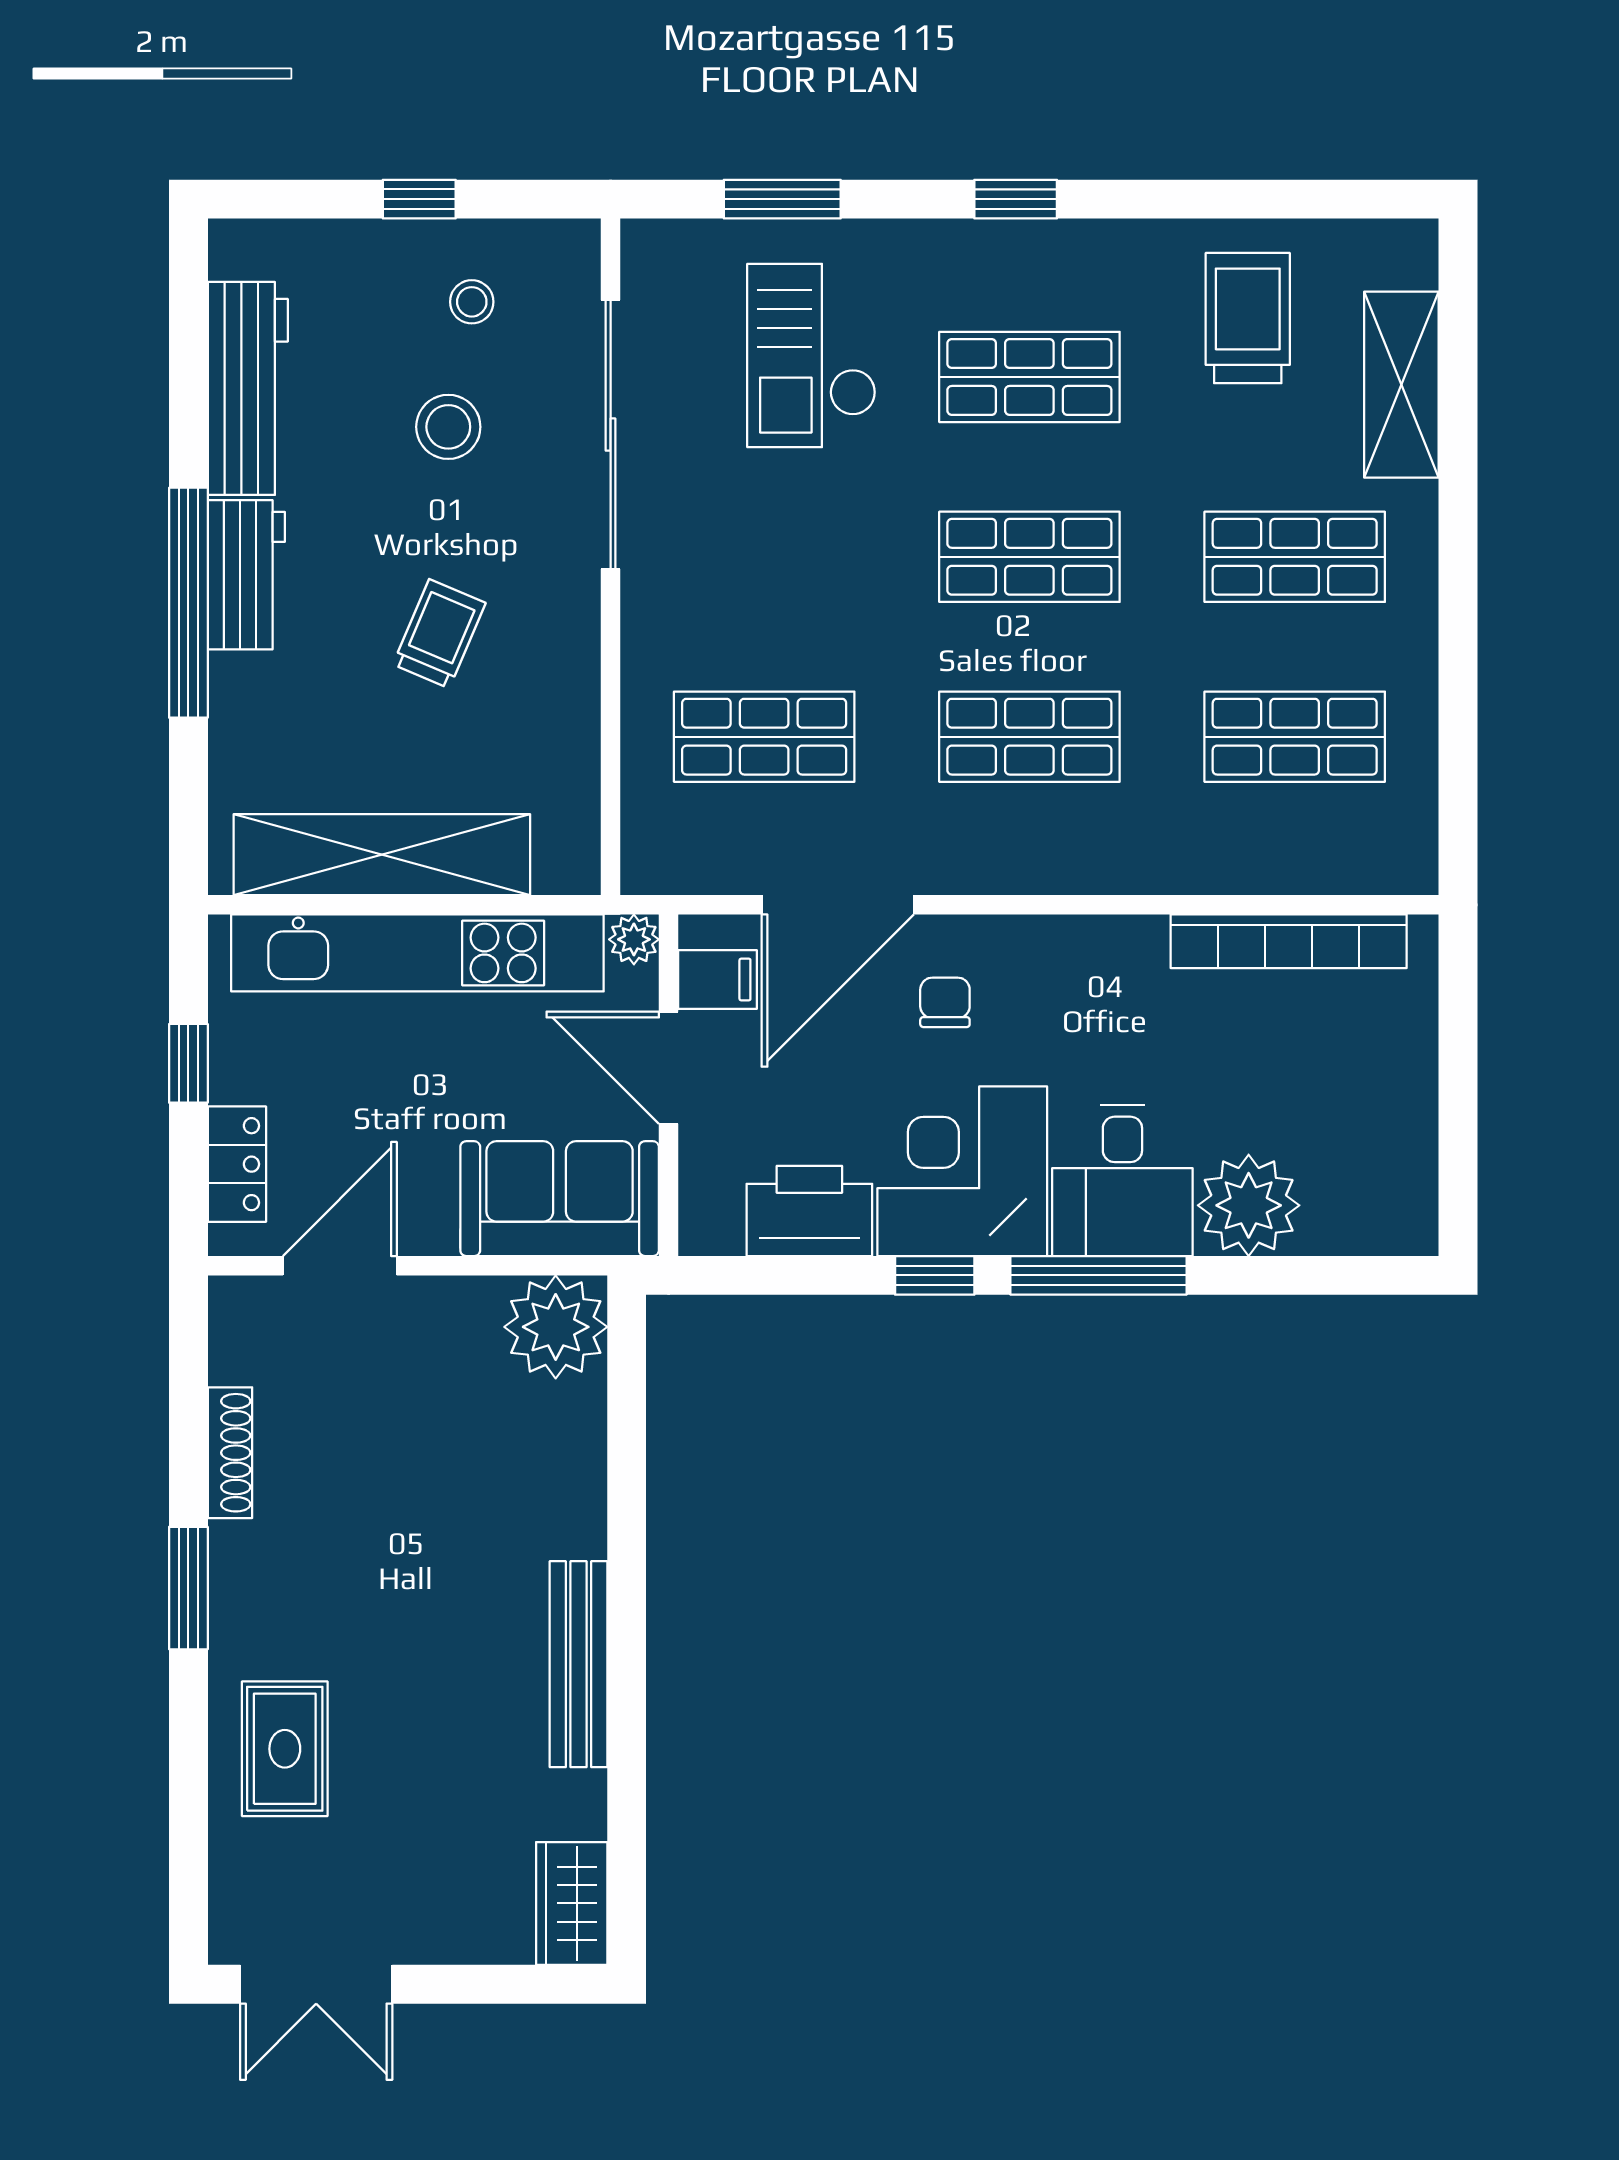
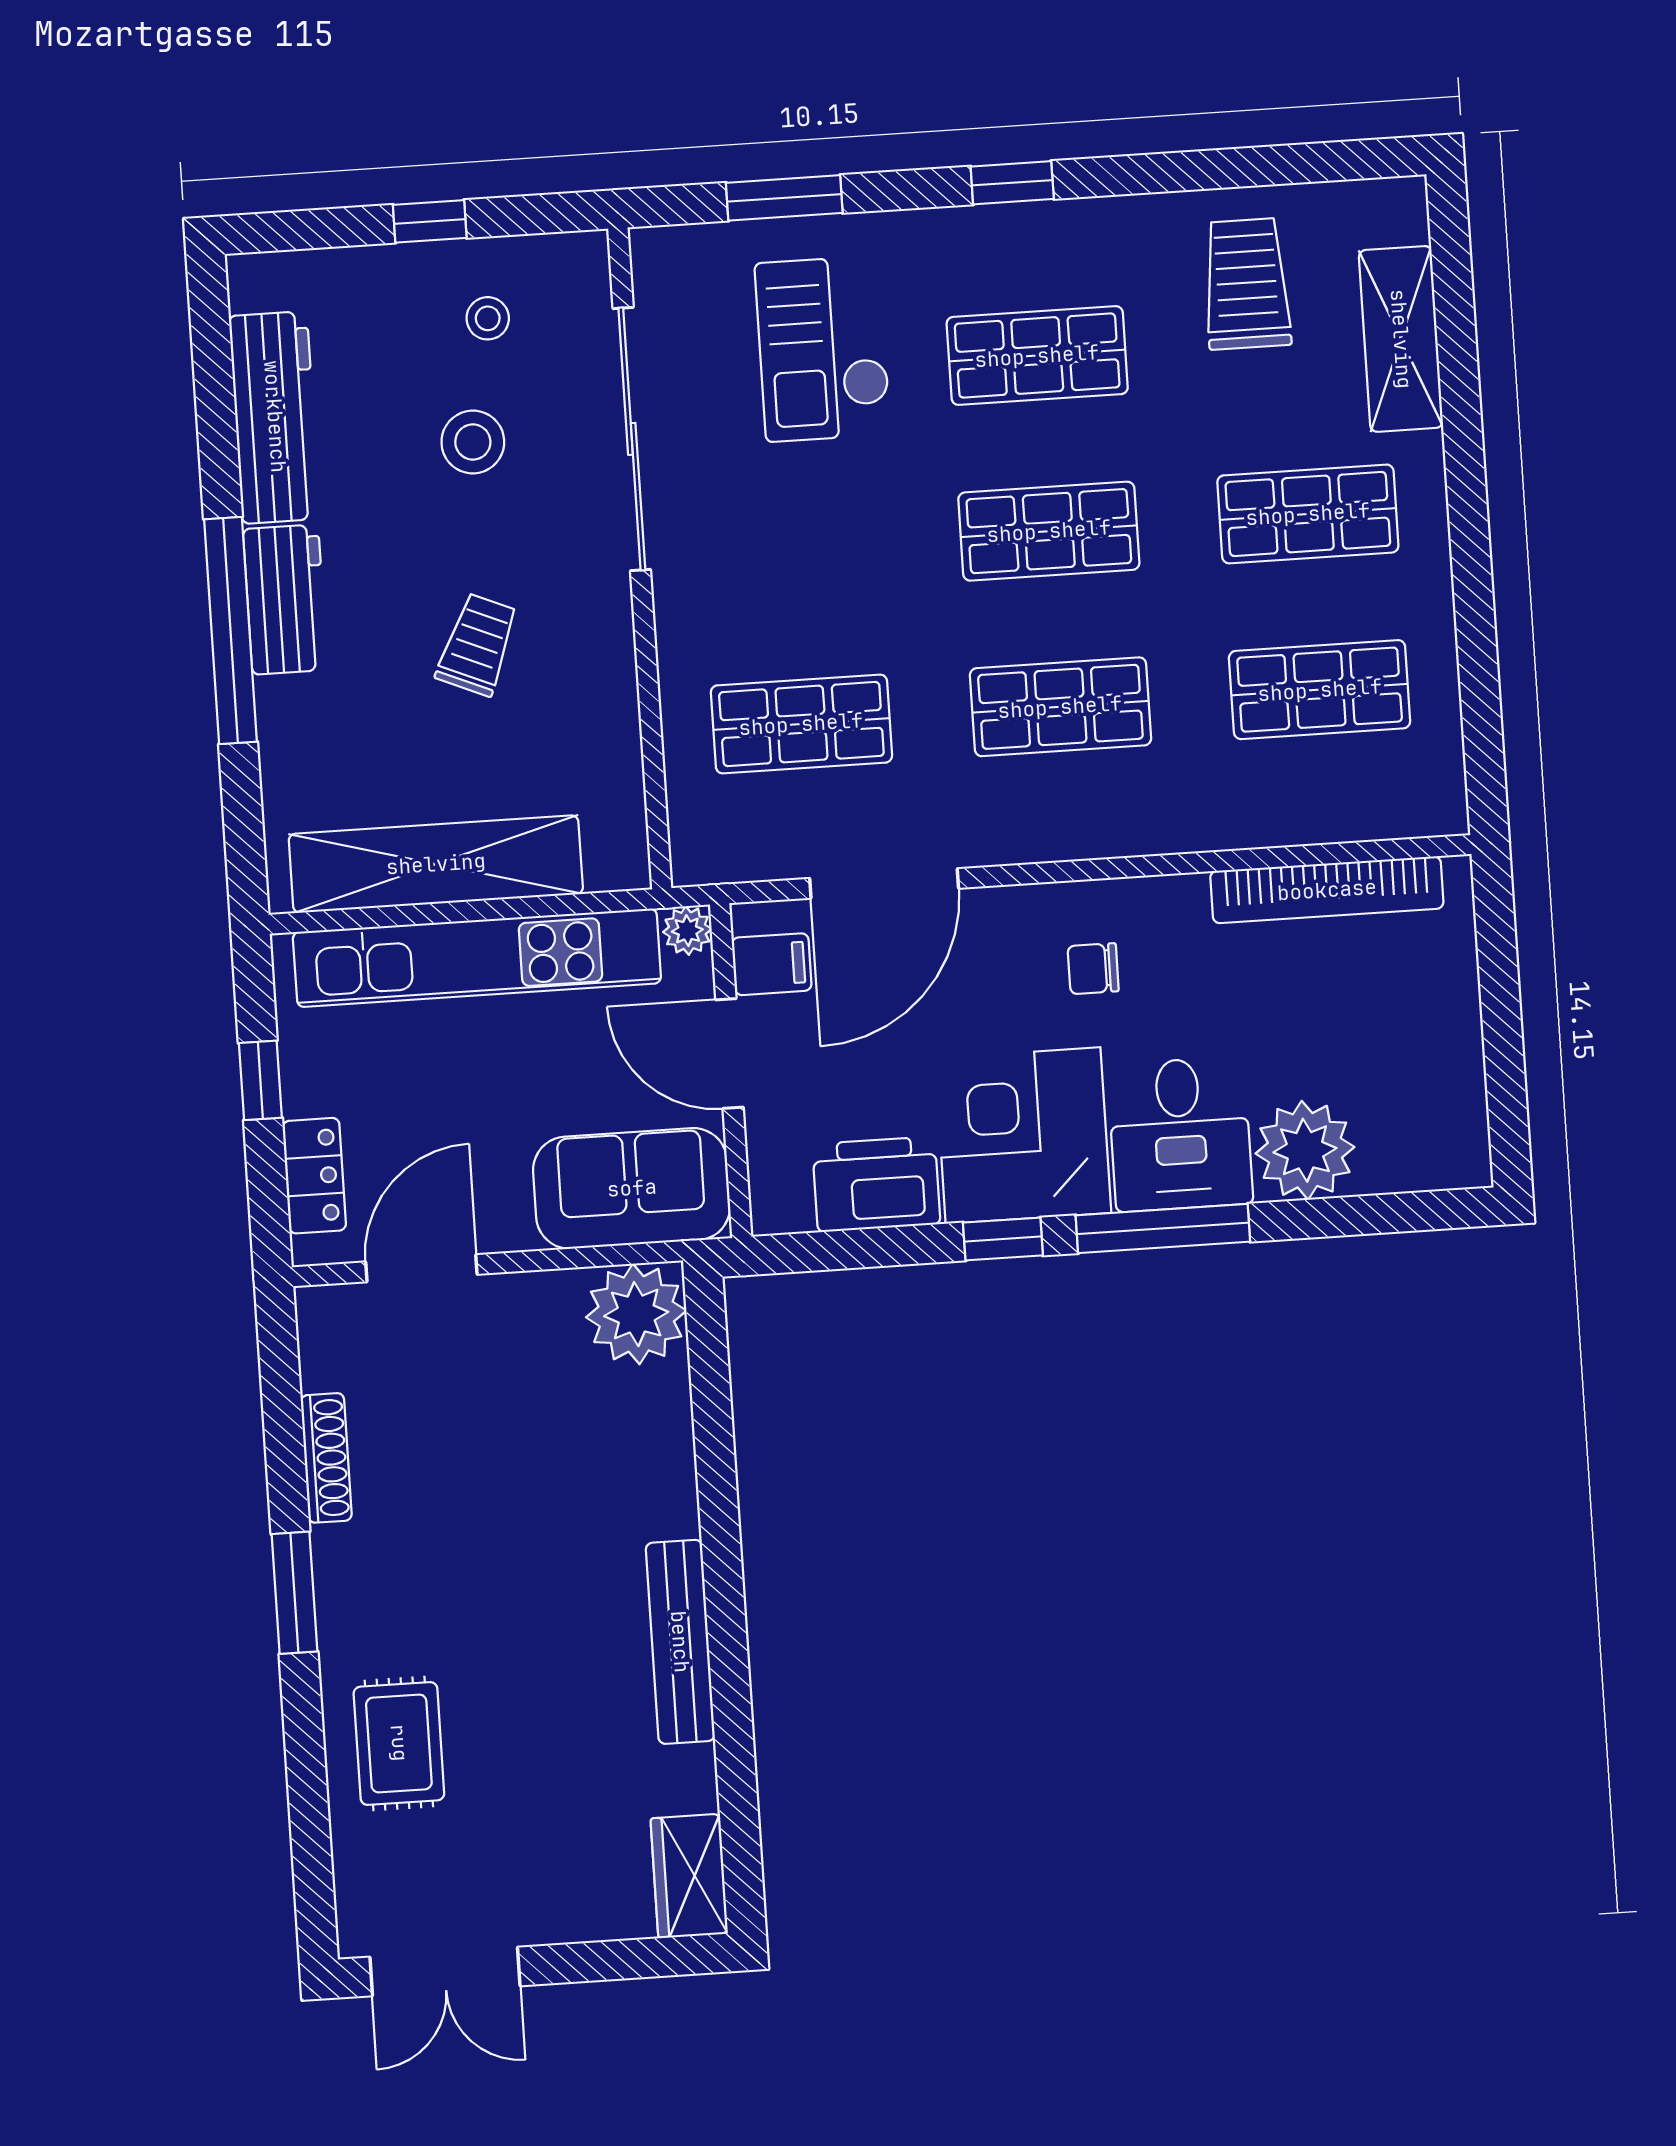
chair: (945, 1002) -> (1093, 969), moved, turned -90

